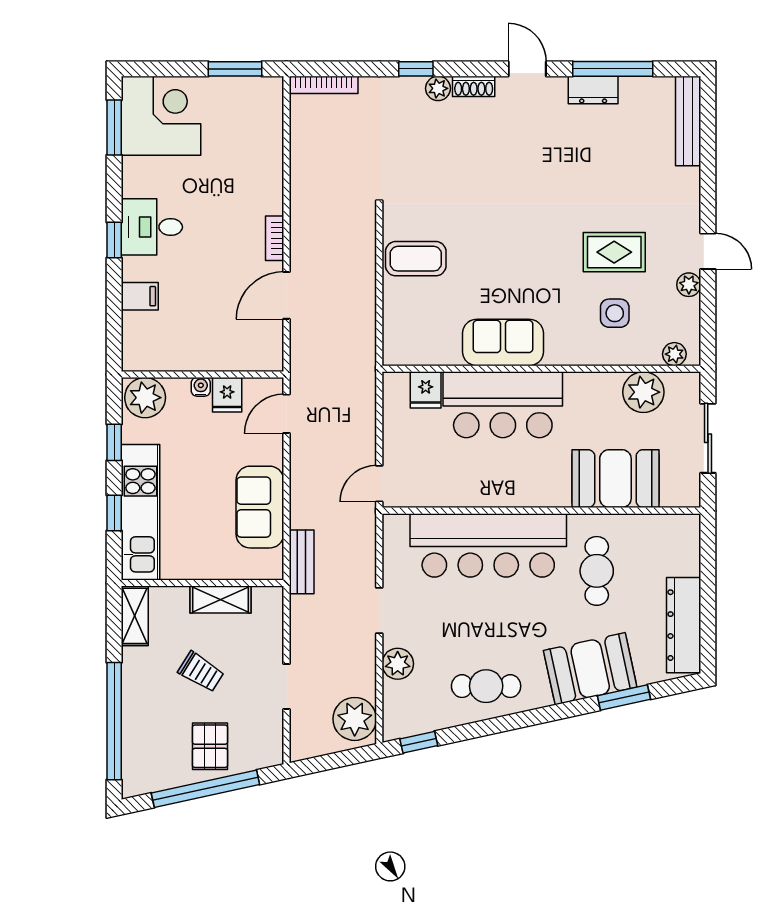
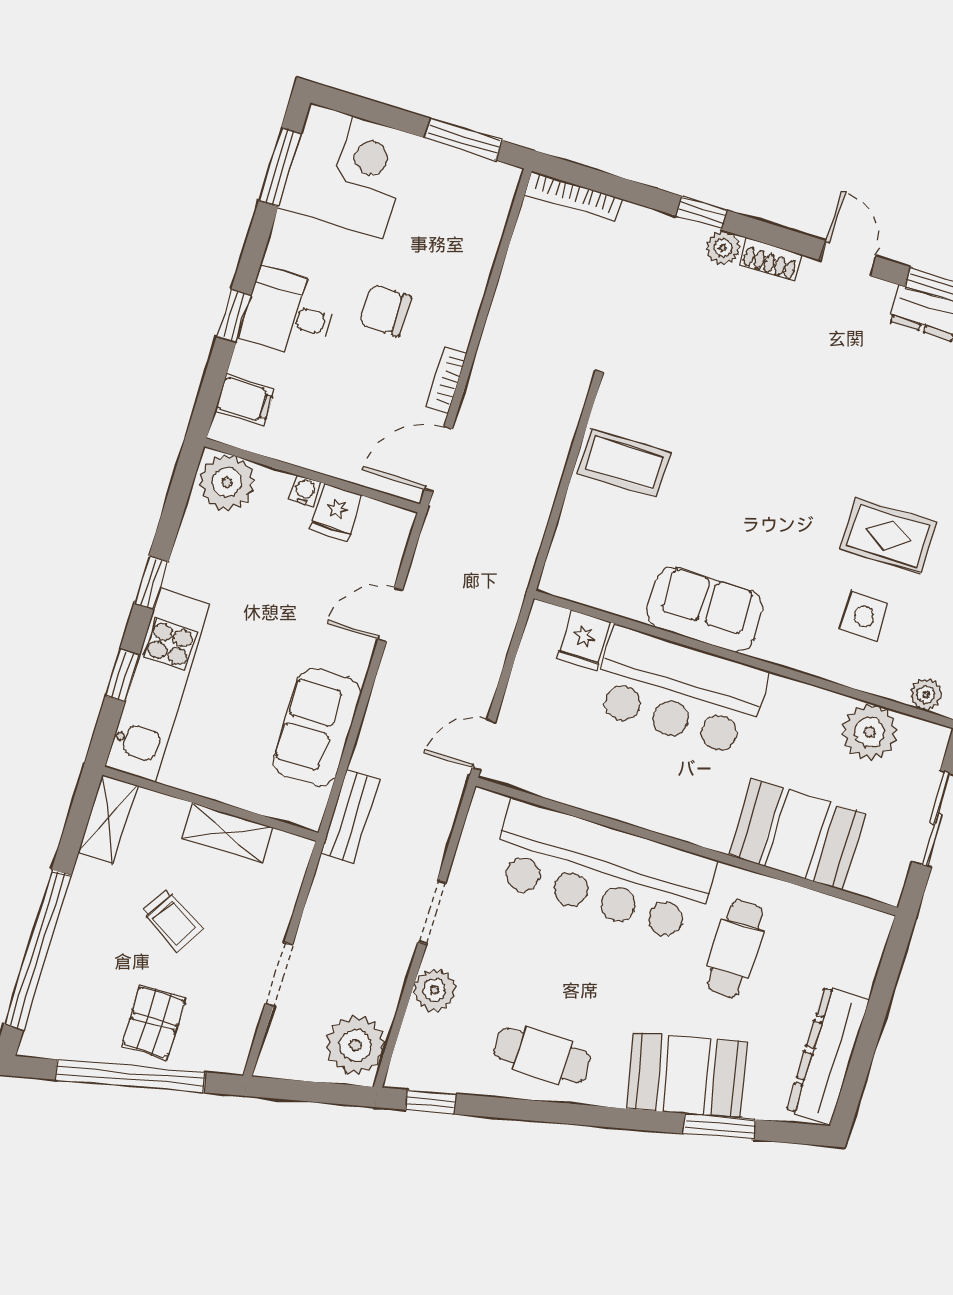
chair: (218, 204) -> (385, 310), added
wall: (202, 374) -> (312, 475), moved
water cooler: (201, 387) -> (305, 491), moved
fridge: (227, 395) -> (336, 512), moved
plant: (145, 398) -> (227, 482), moved

